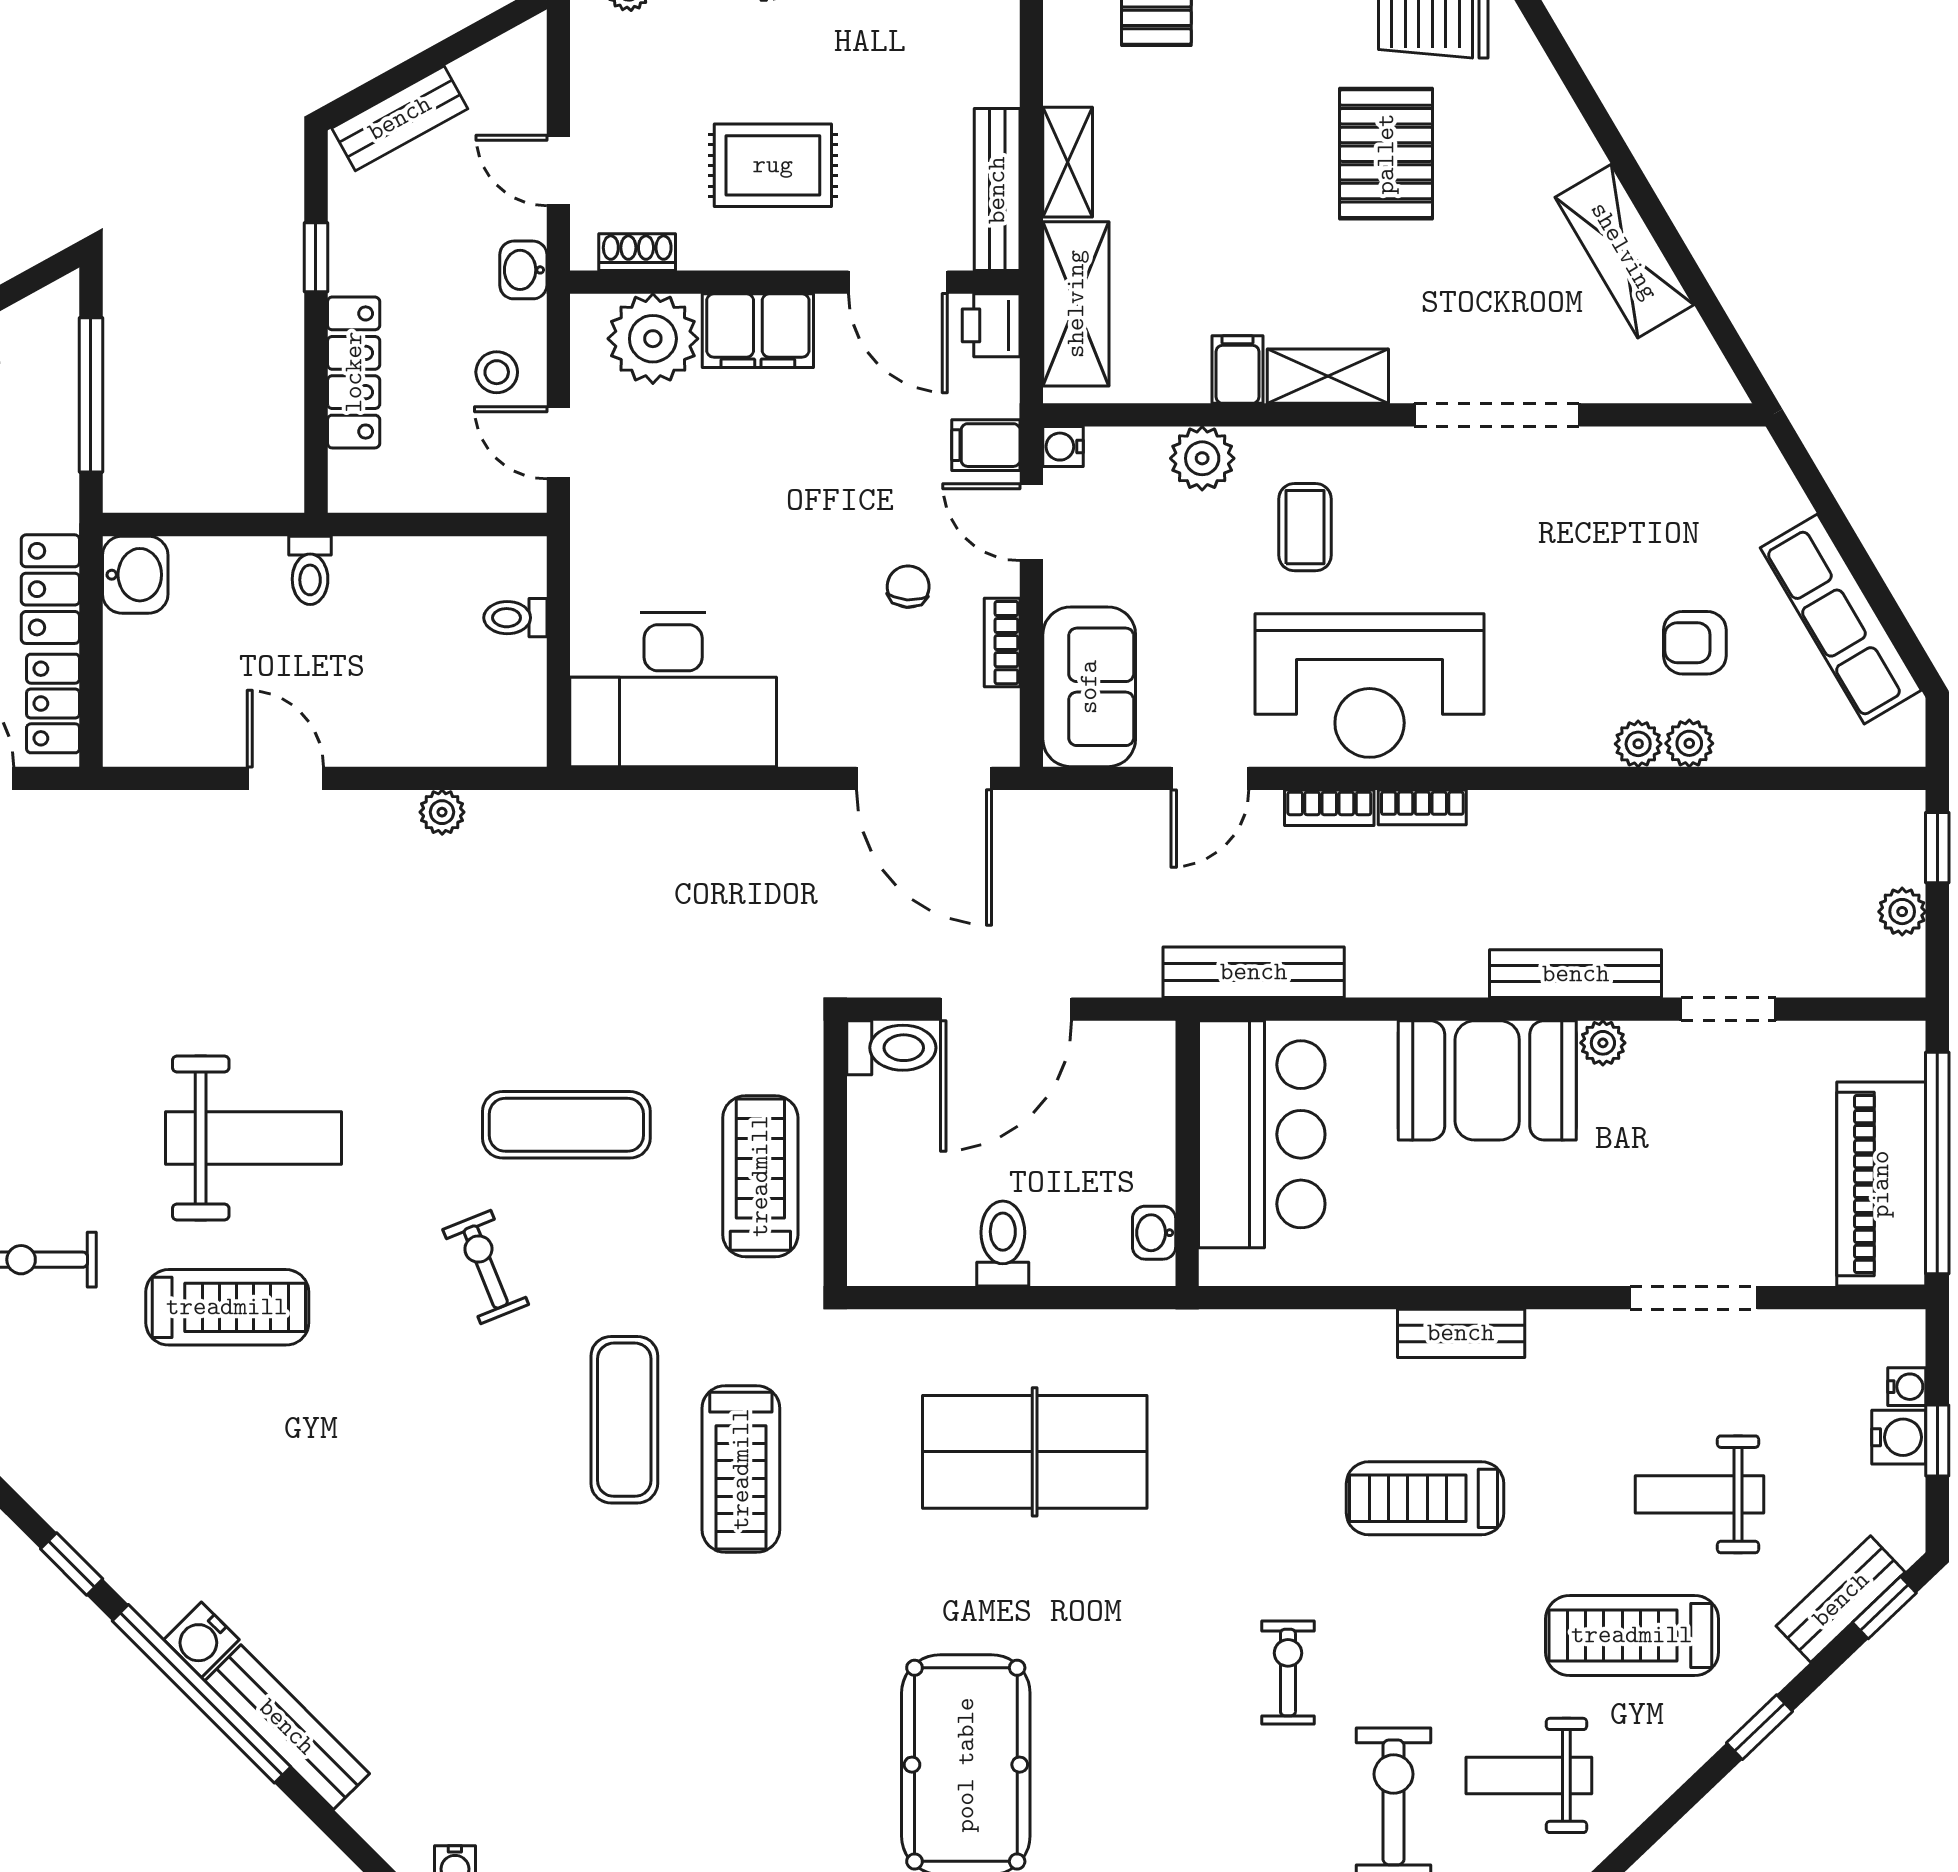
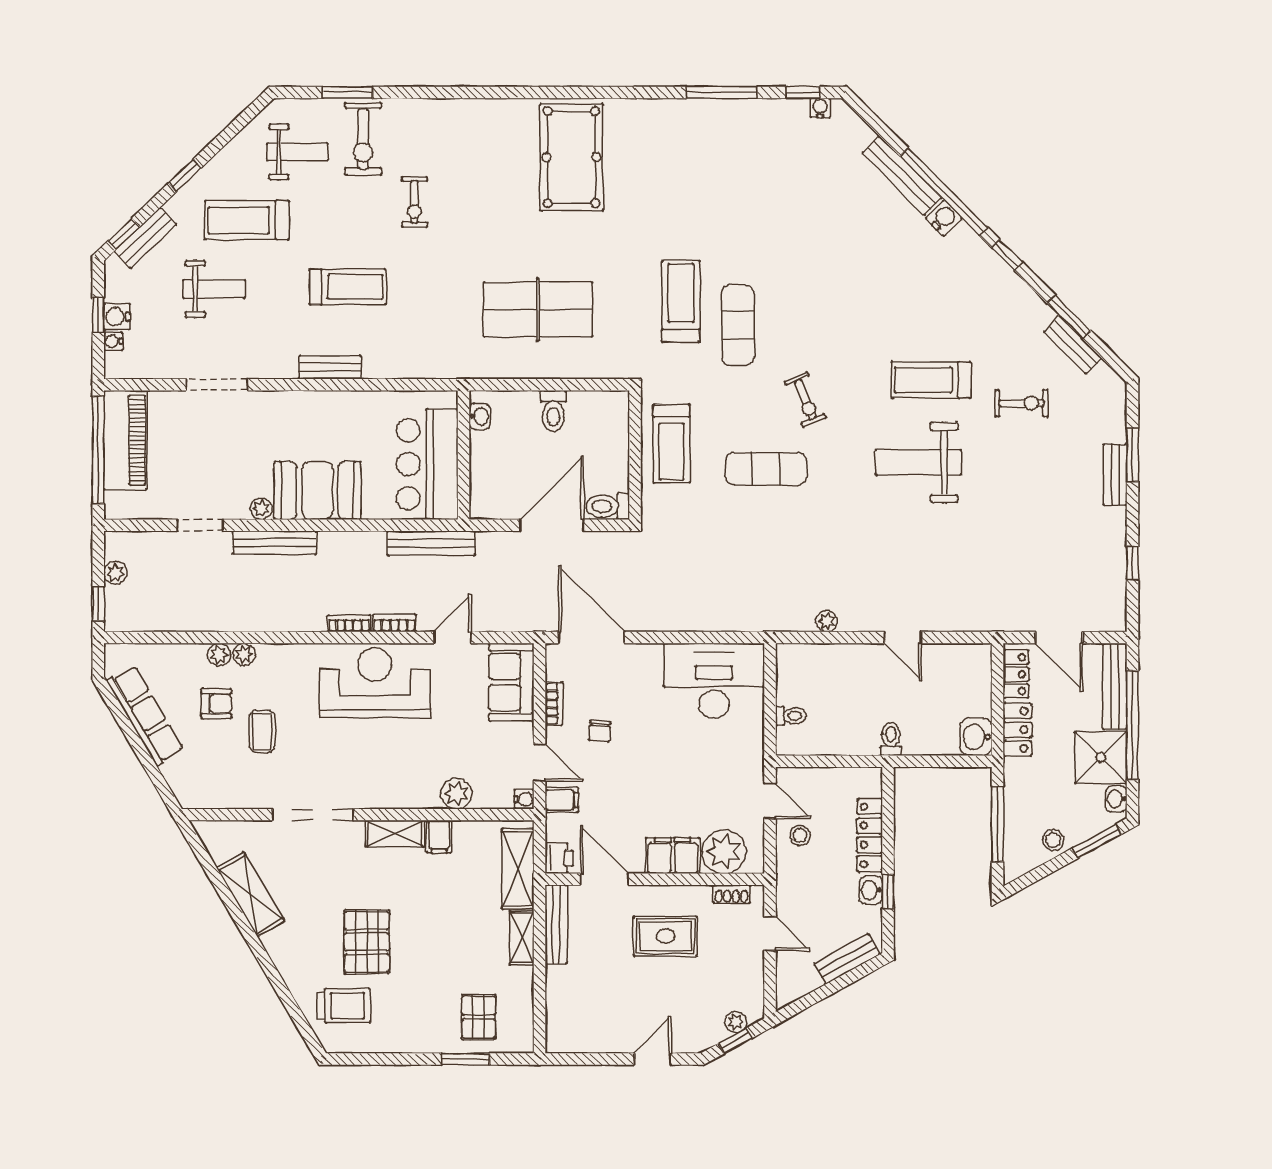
washbasin: (523, 270) -> (871, 890), moved, turned 180
coffee table: (1305, 527) -> (262, 732), moved
treadmill: (1632, 1635) -> (247, 220), turned 180

